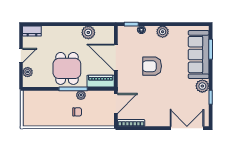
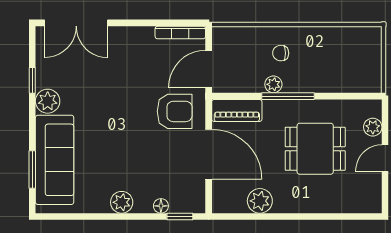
dresser: (32, 31) -> (365, 204), removed
armchair: (152, 66) -> (175, 111), moved
dining table: (67, 68) -> (315, 149), moved, turned 90

